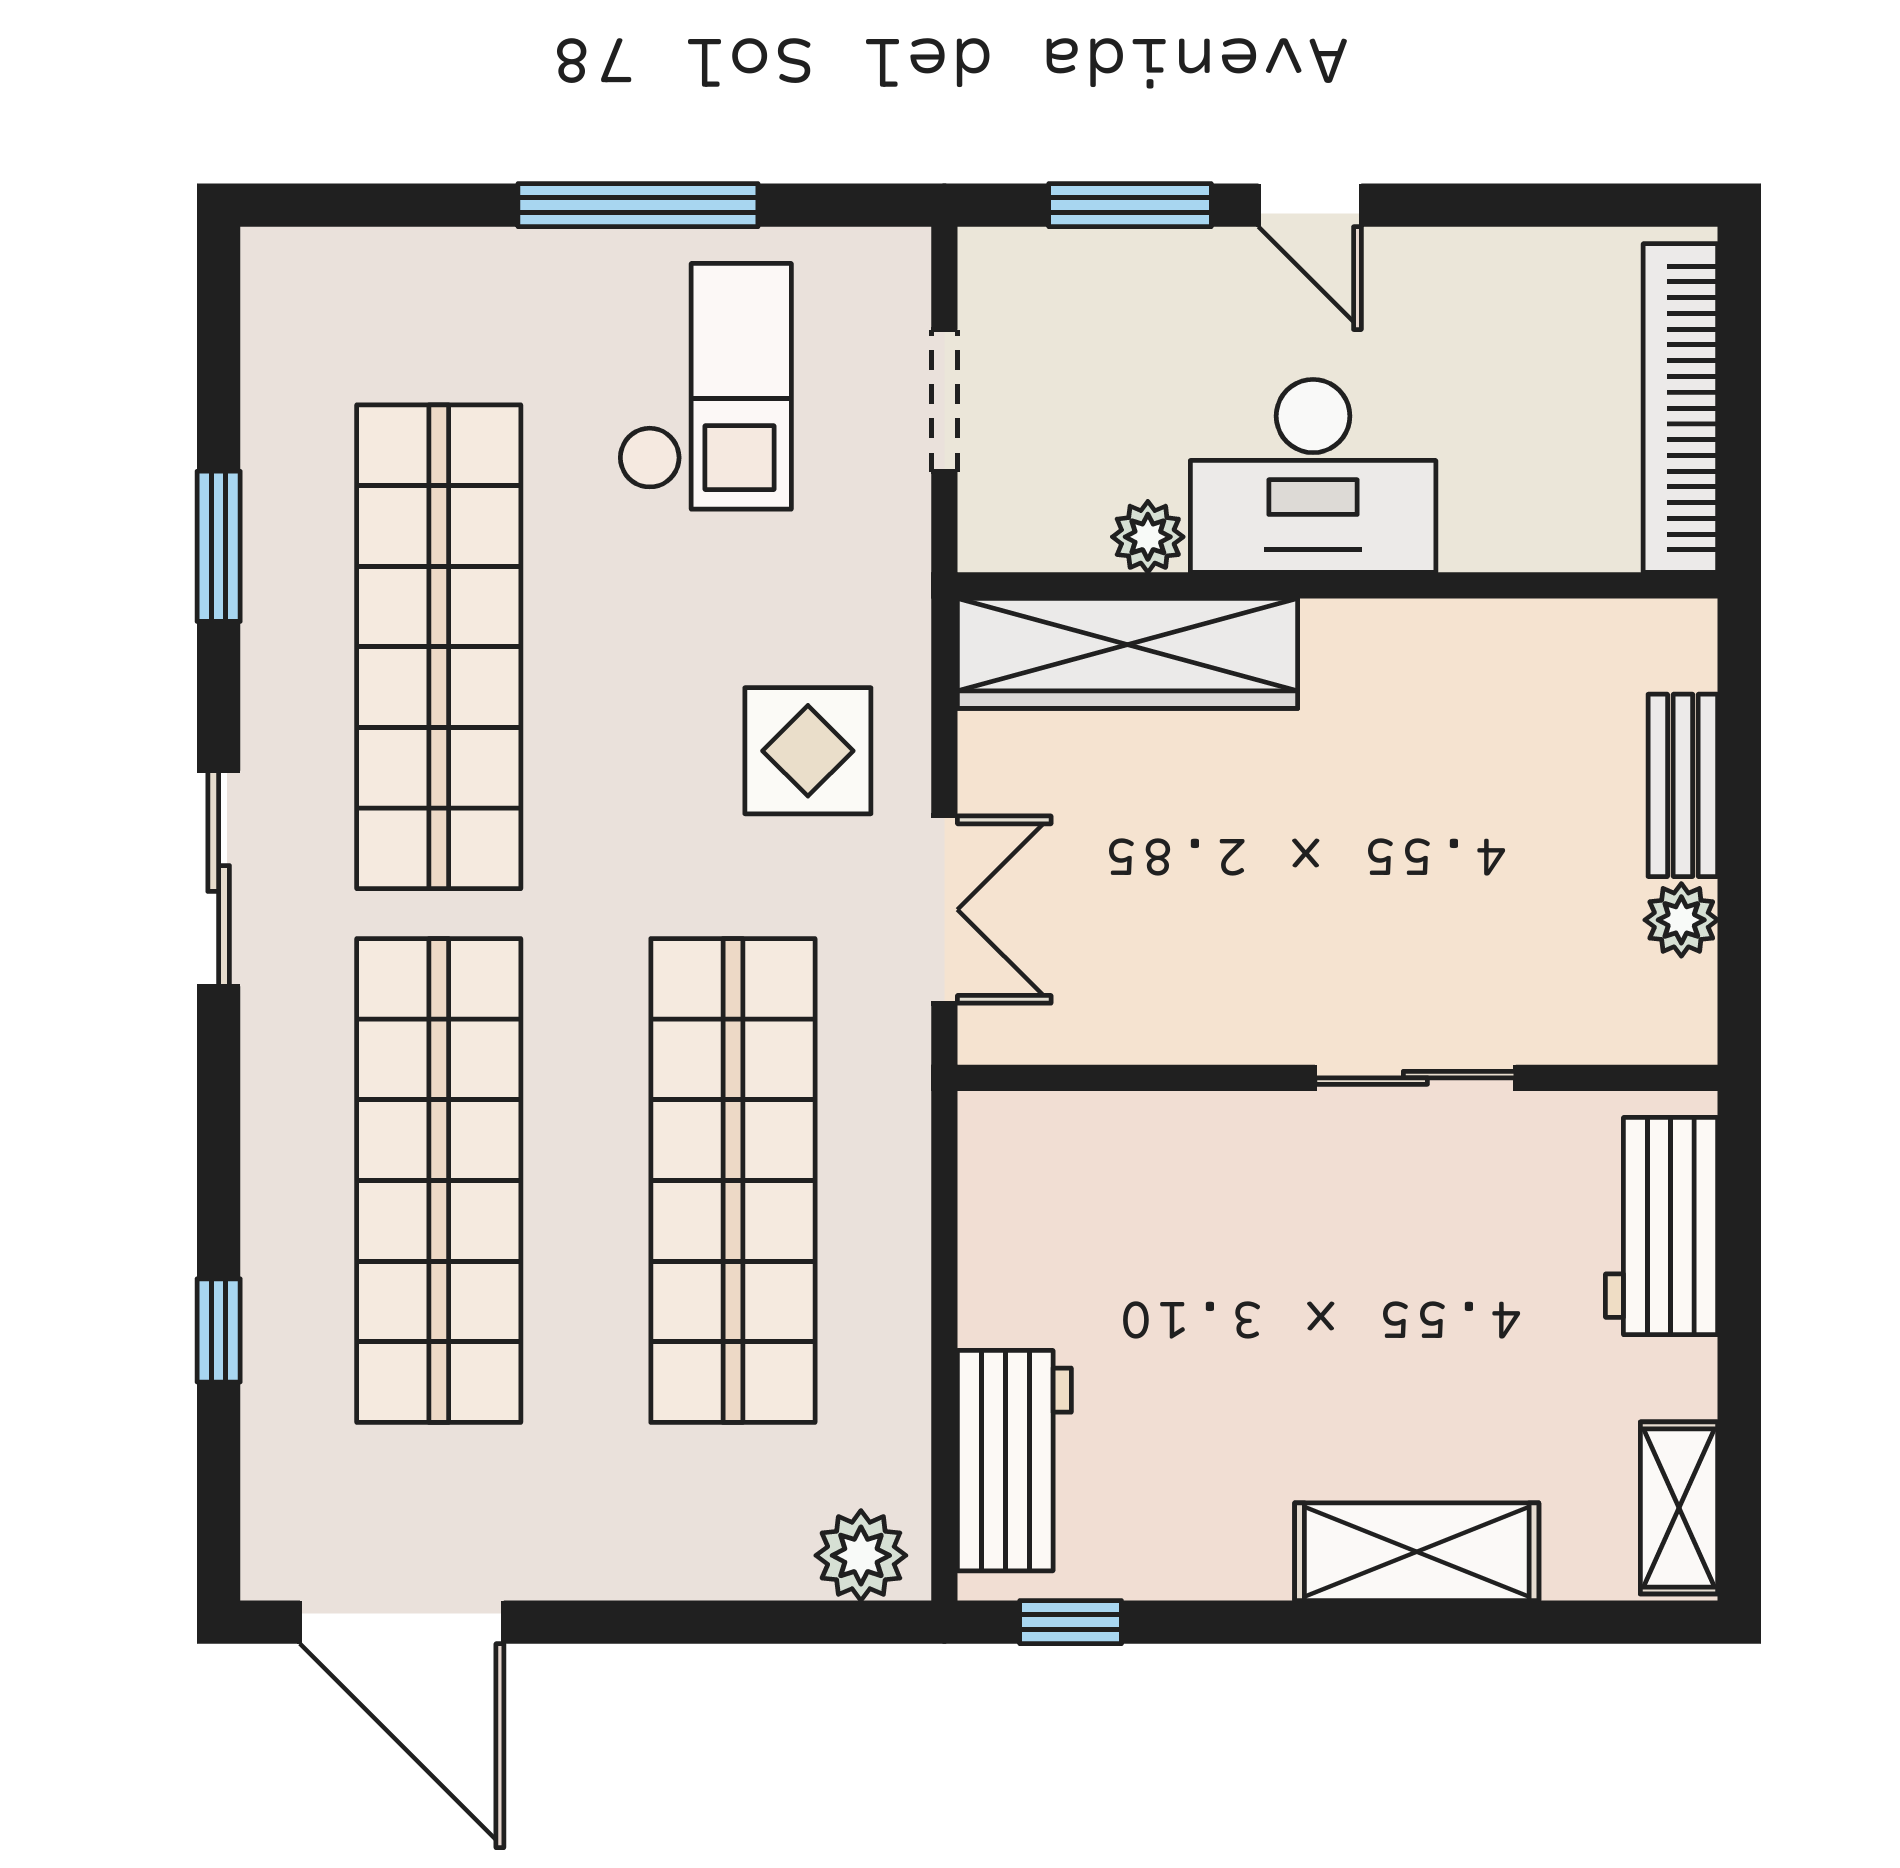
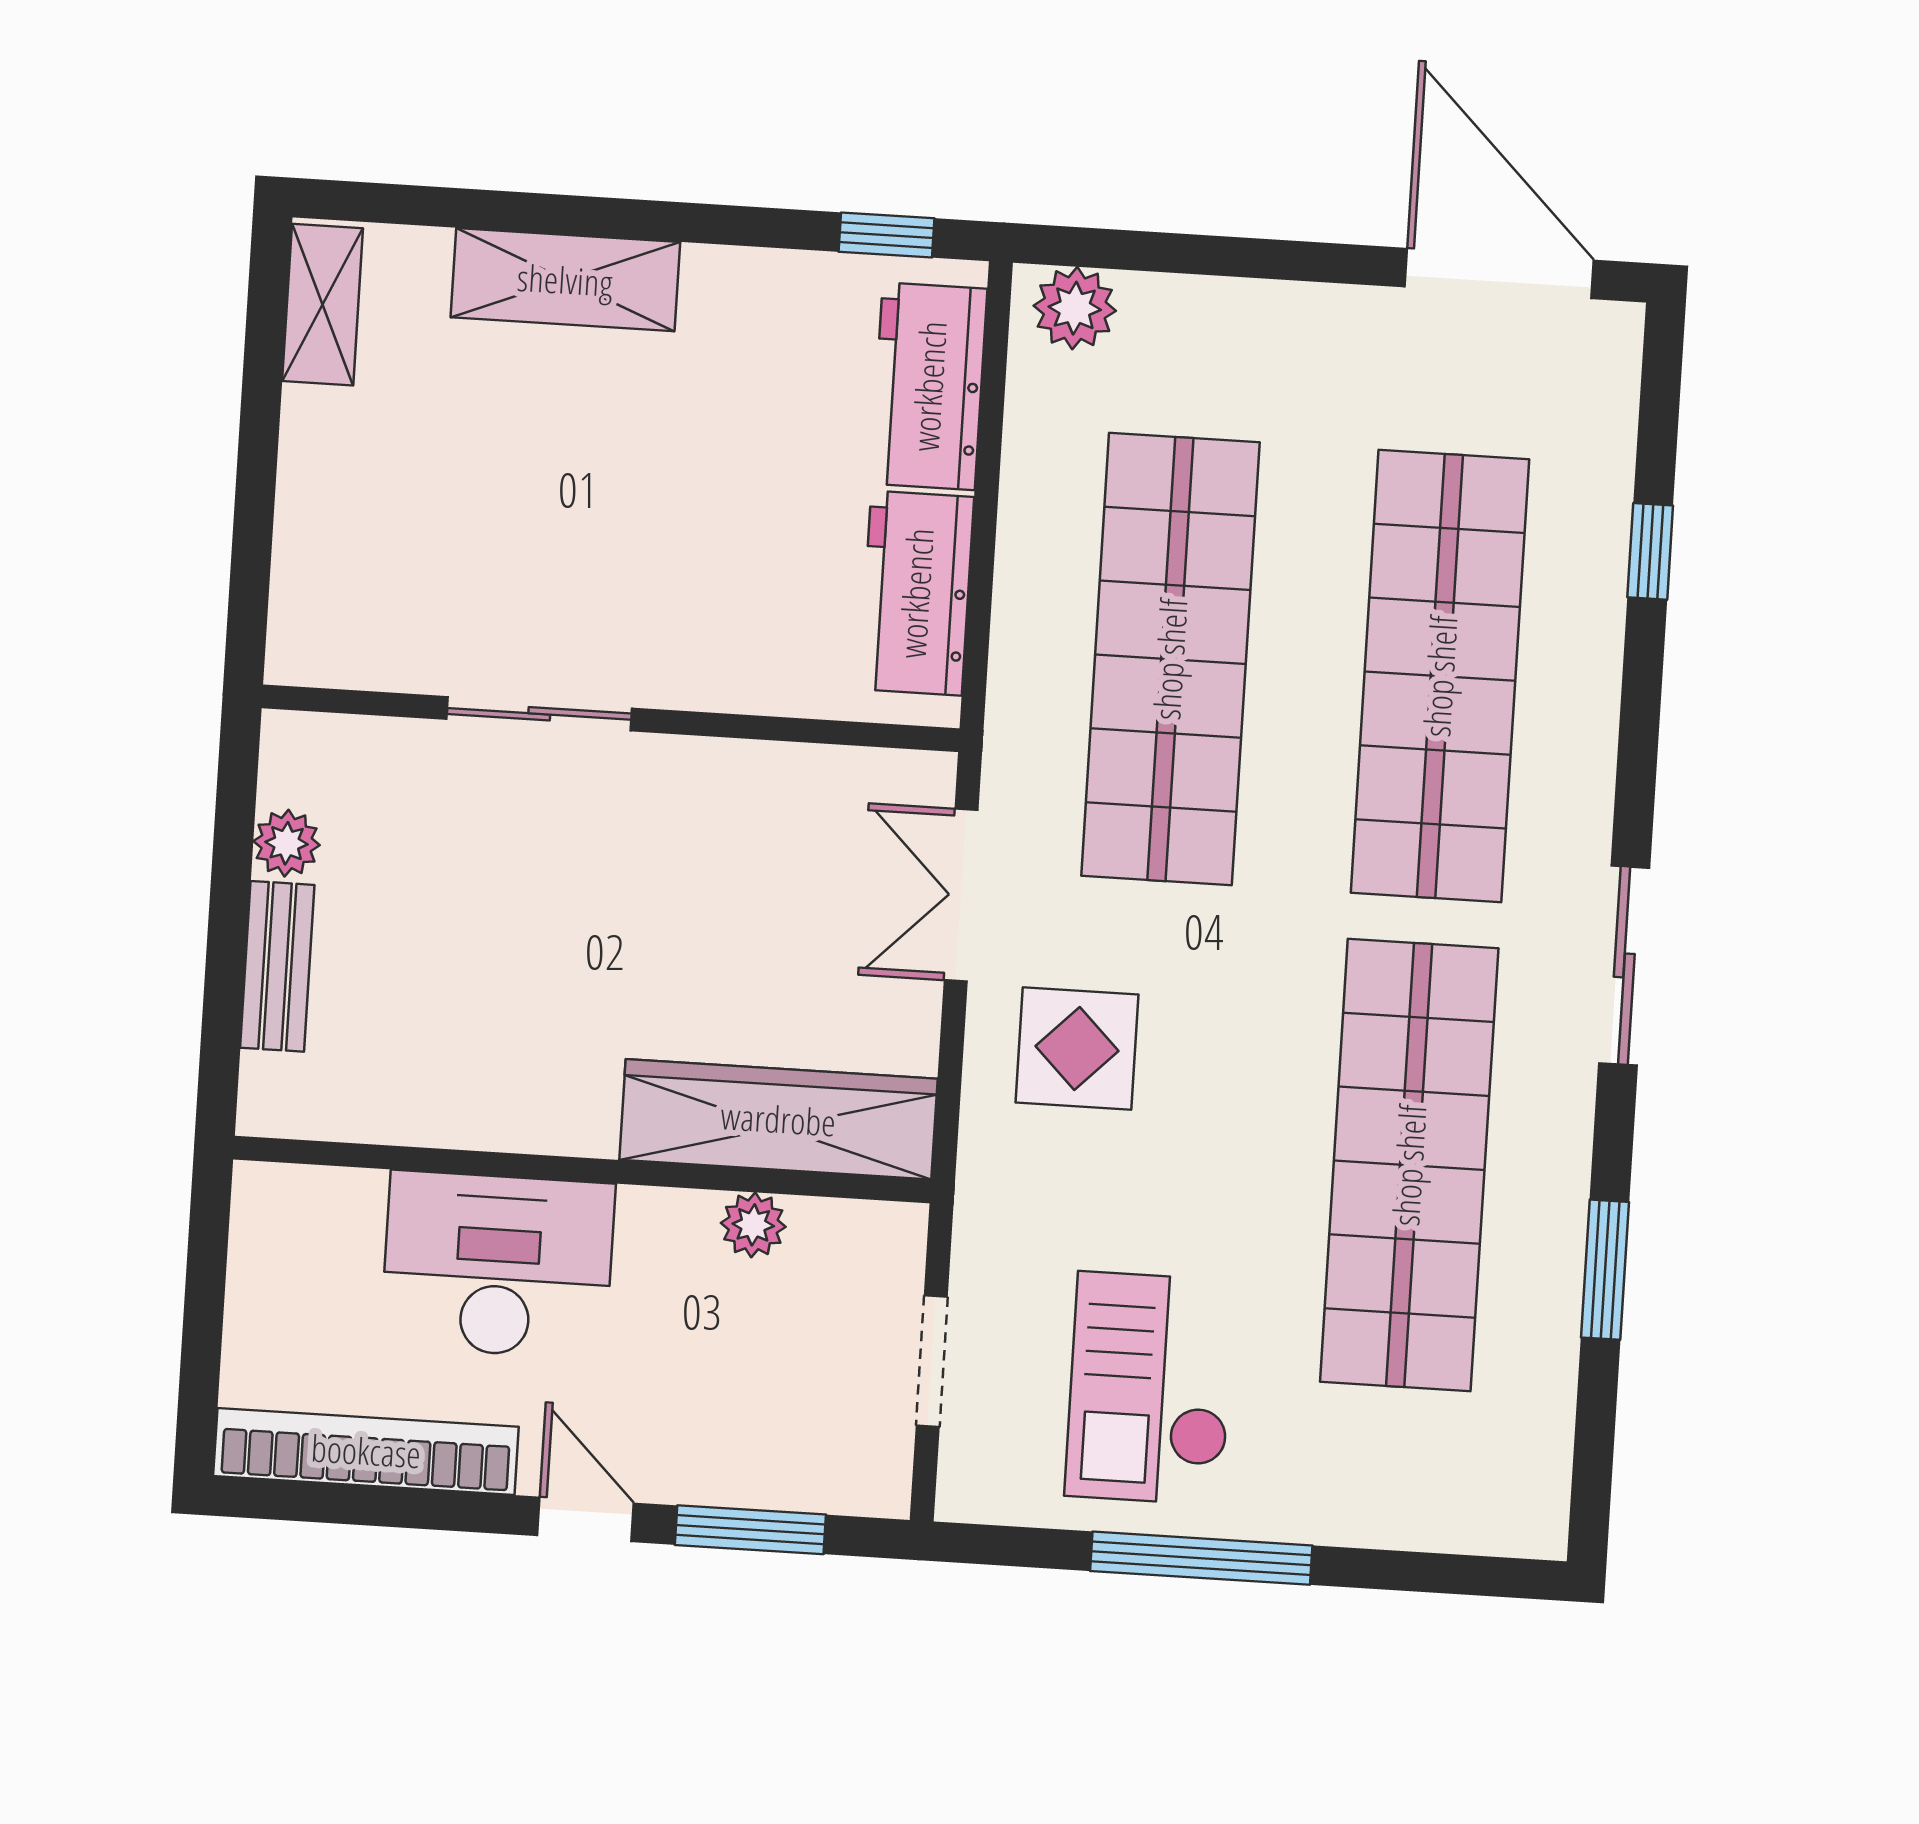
bookcase: (1680, 408) -> (366, 1451), moved, turned -90
desk: (1313, 476) -> (498, 1265), moved
workbench: (1662, 1226) -> (916, 593), moved, turned 180

